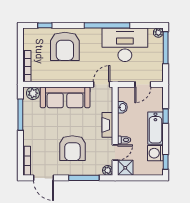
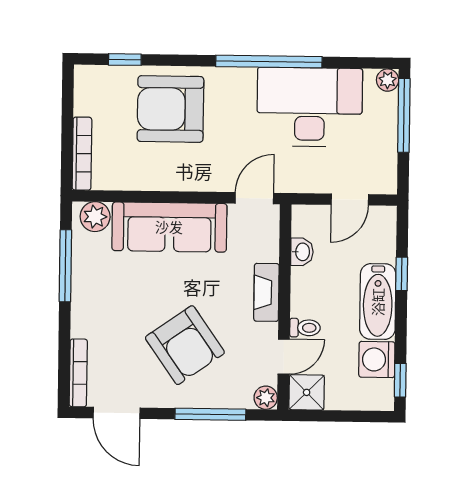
armchair: (65, 46) -> (170, 109), turned 90
armchair: (72, 148) -> (185, 345), turned -35

